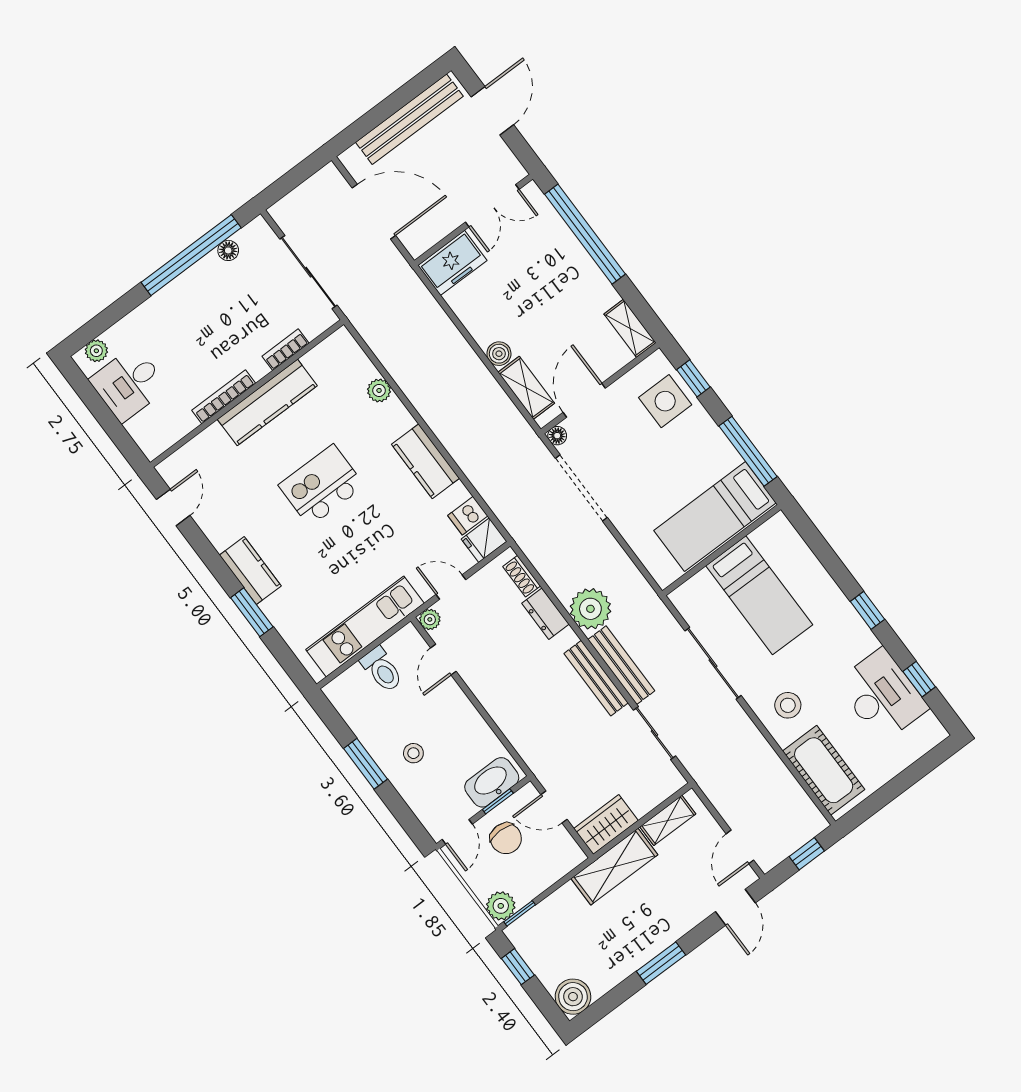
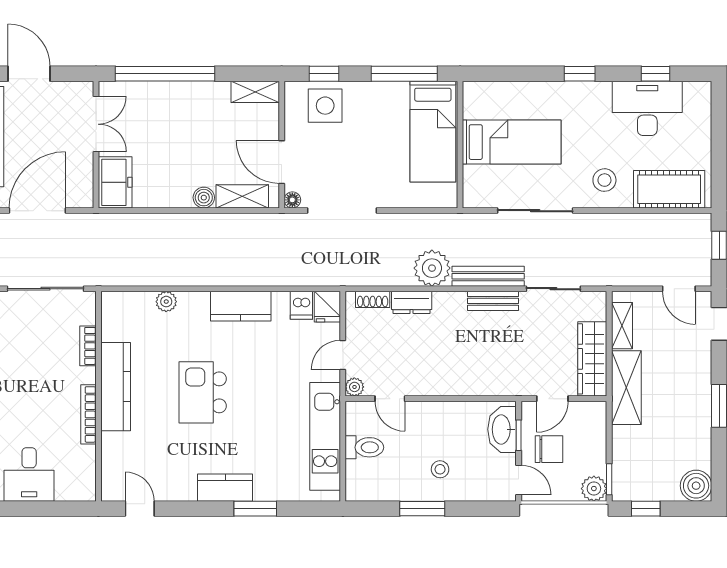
bench: (596, 678) -> (493, 301), width x0.73
wardrobe: (606, 825) -> (592, 359), width x1.50

